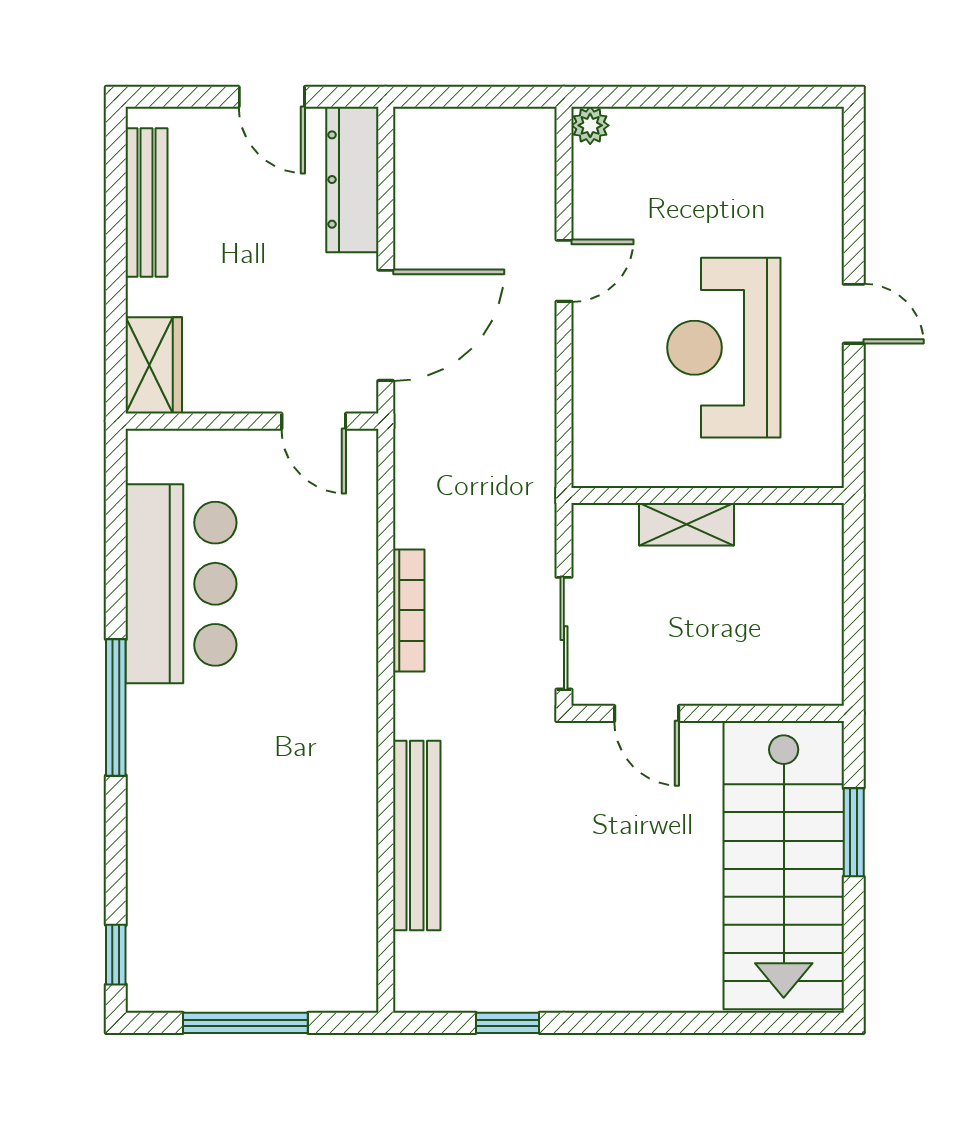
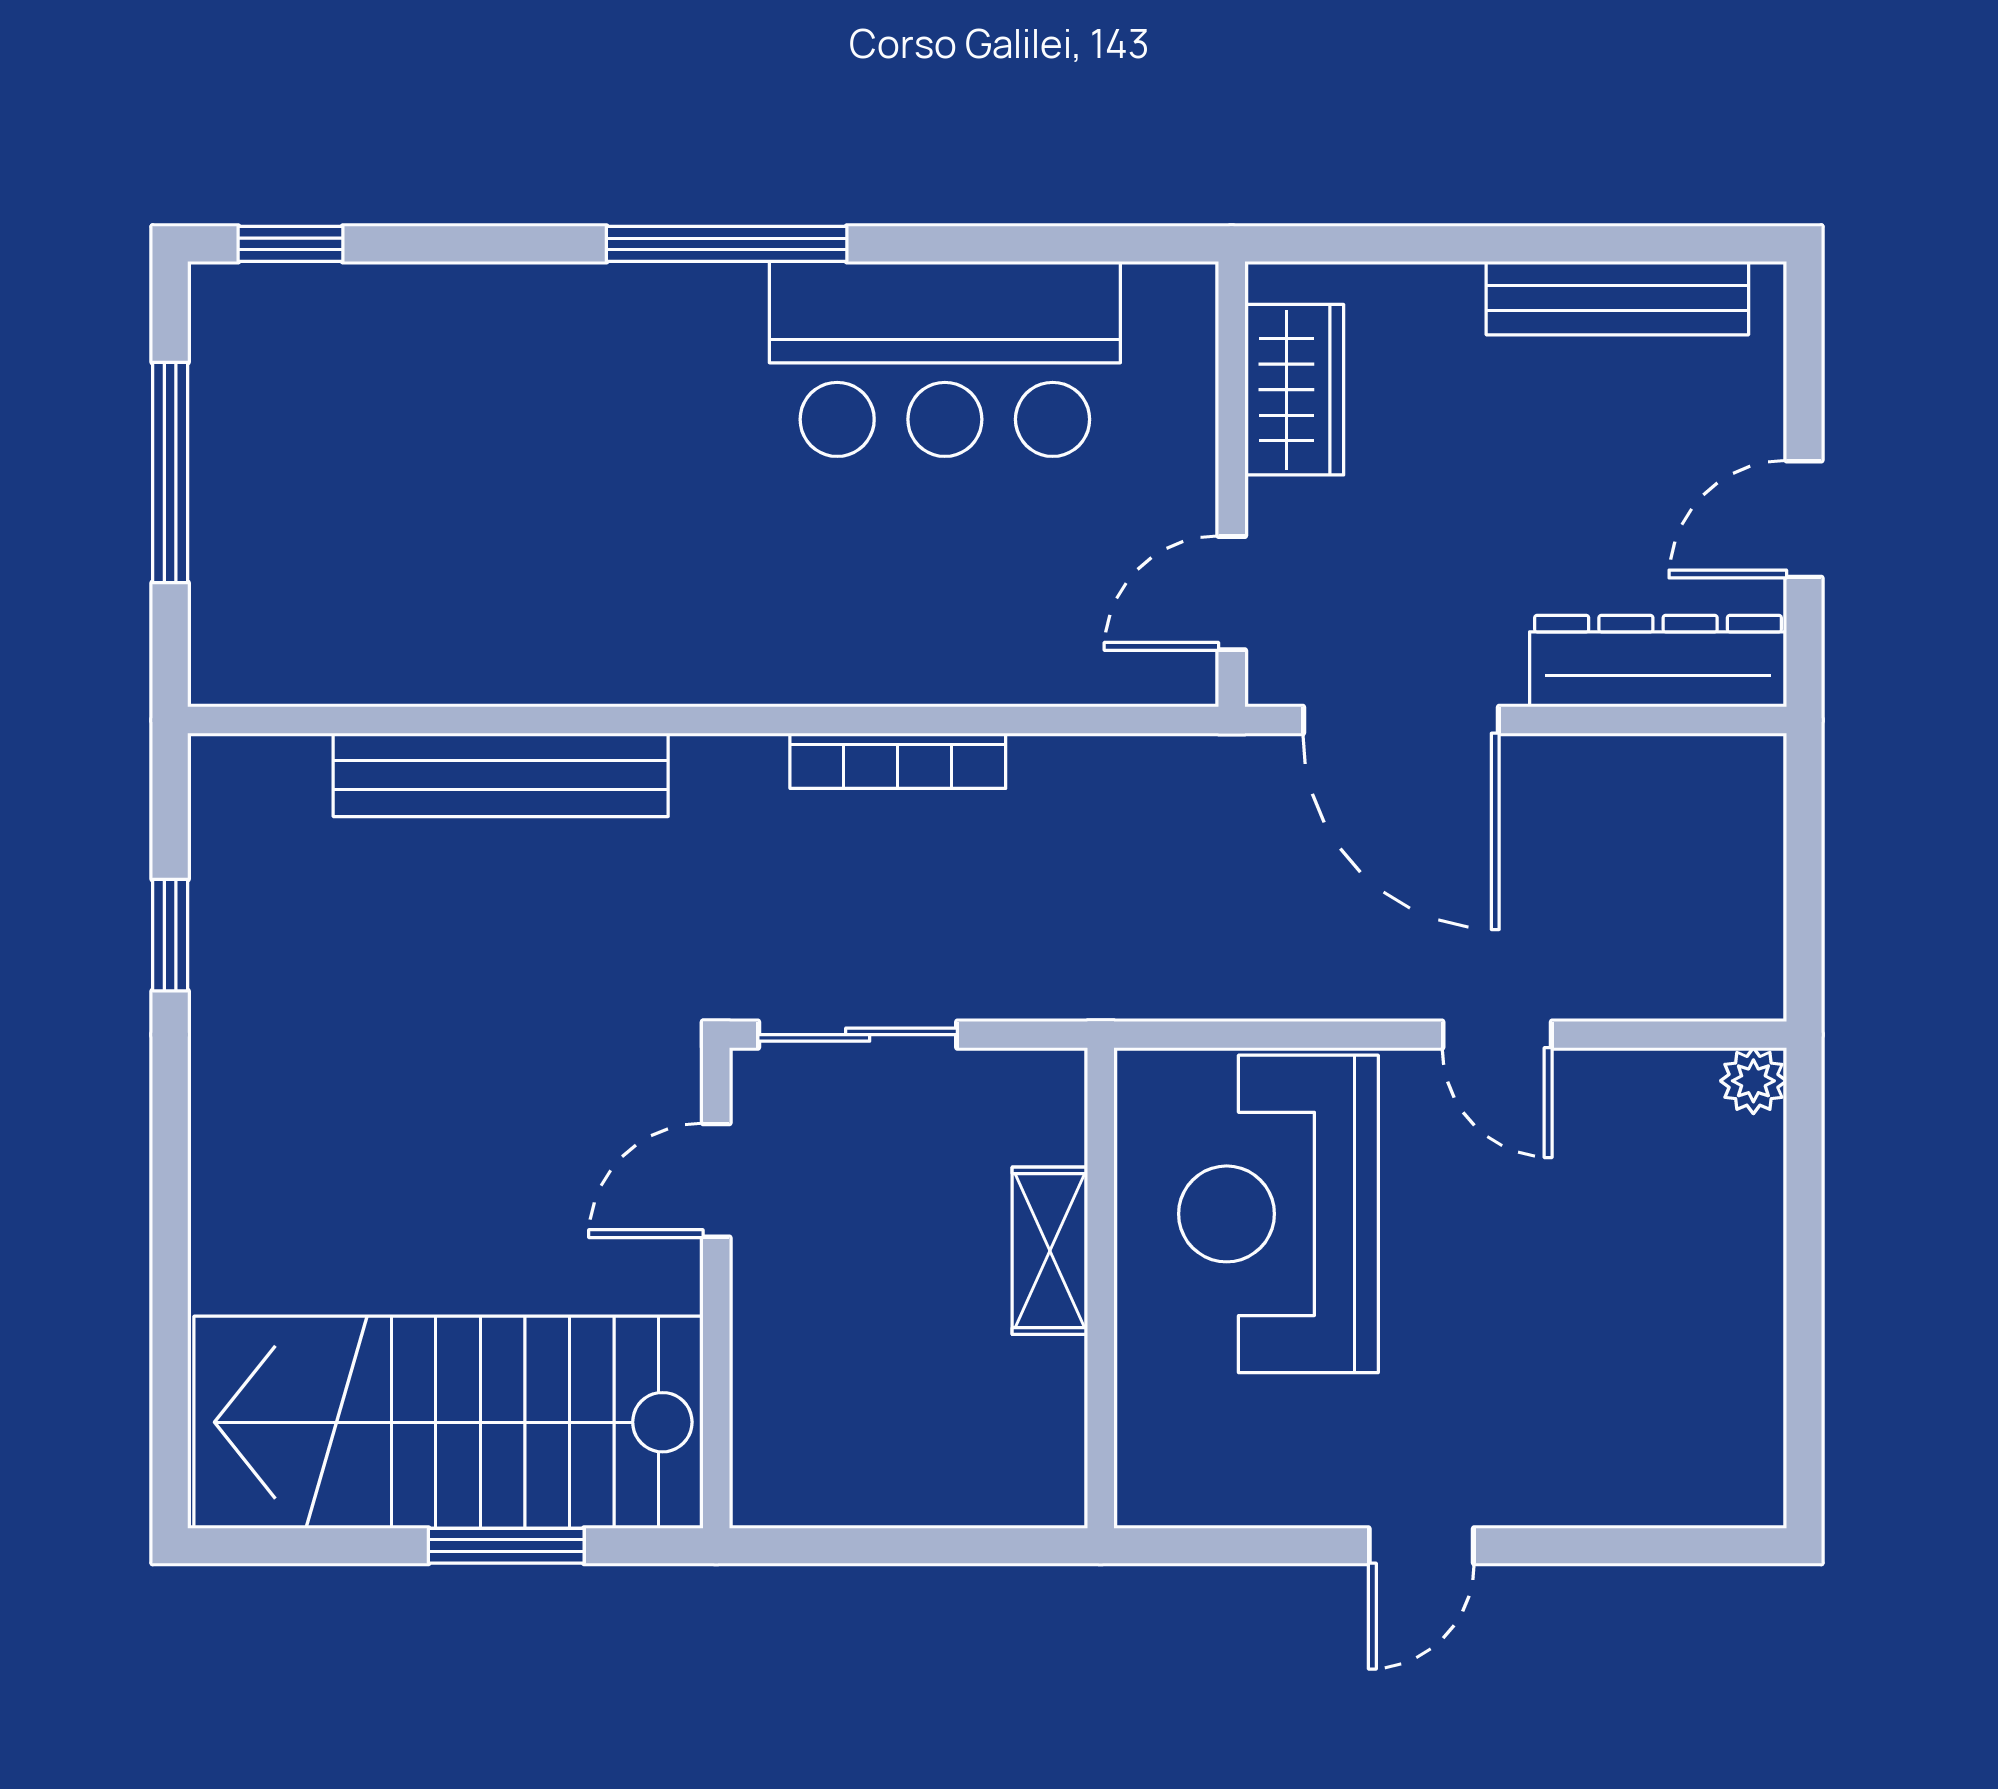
reception desk: (724, 348) -> (1278, 1214), moved, turned -90
wardrobe: (154, 365) -> (1294, 390), moved, turned -90

